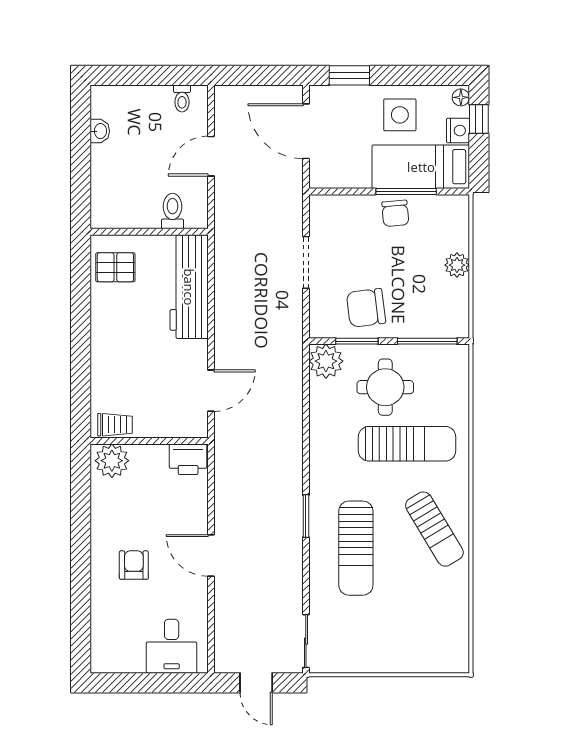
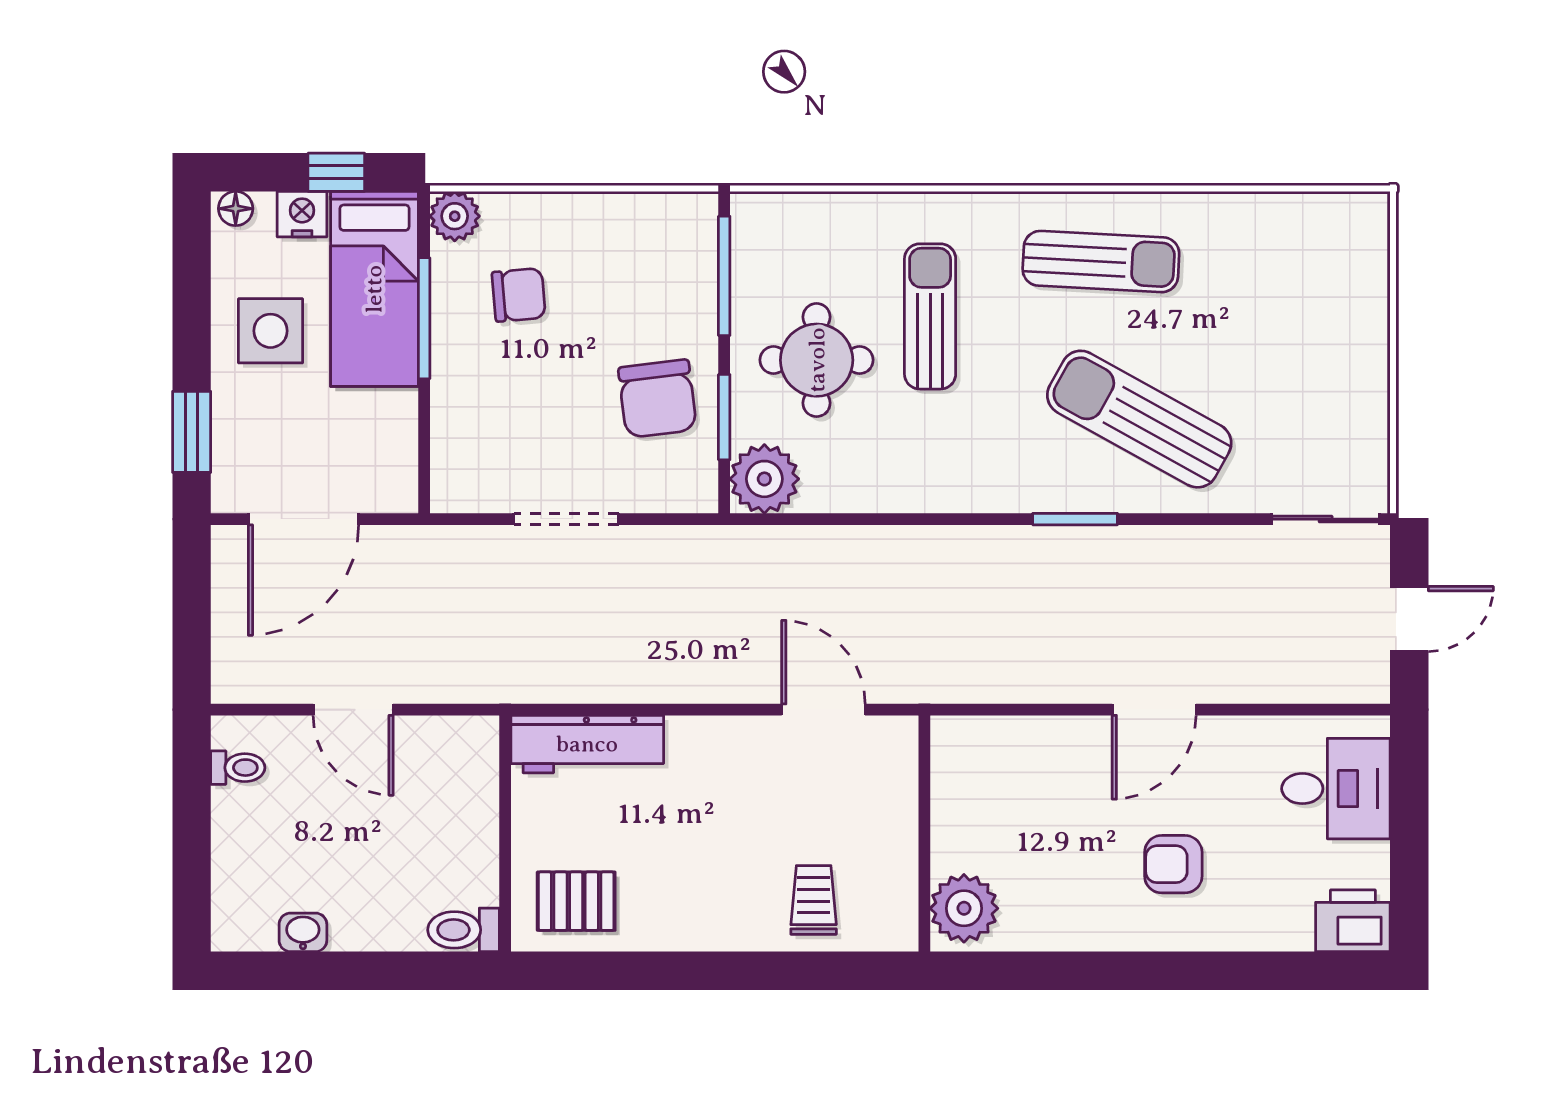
window: (479, 119) -> (336, 172), moved
toilet: (172, 211) -> (464, 930), moved
chair: (395, 213) -> (519, 295), moved
plant: (457, 265) -> (455, 216), moved
pallet: (115, 267) -> (576, 901), turned 90
workbench: (189, 287) -> (587, 744), width x0.73, depth x0.76
trolley: (115, 425) -> (814, 900), moved
sun lounger: (407, 444) -> (930, 316), width x0.73, depth x0.75
printer: (188, 459) -> (1353, 921), moved, turned -90
sun lounger: (434, 529) -> (1101, 262), turned 34
sun lounger: (356, 548) -> (1139, 419), turned -151

